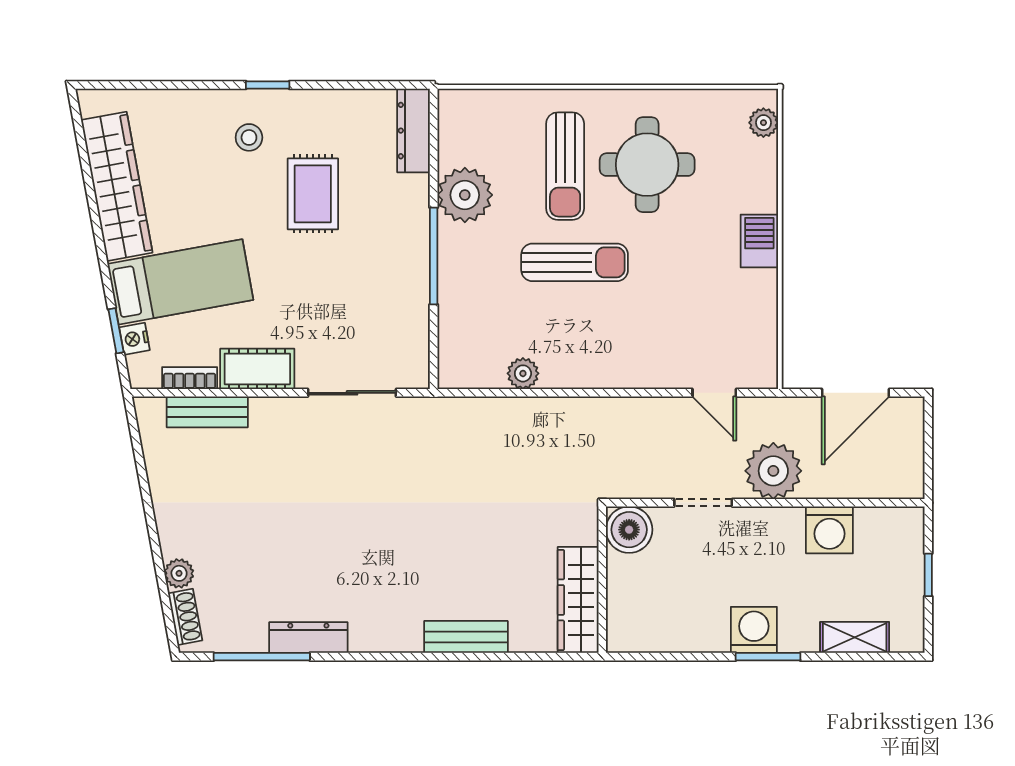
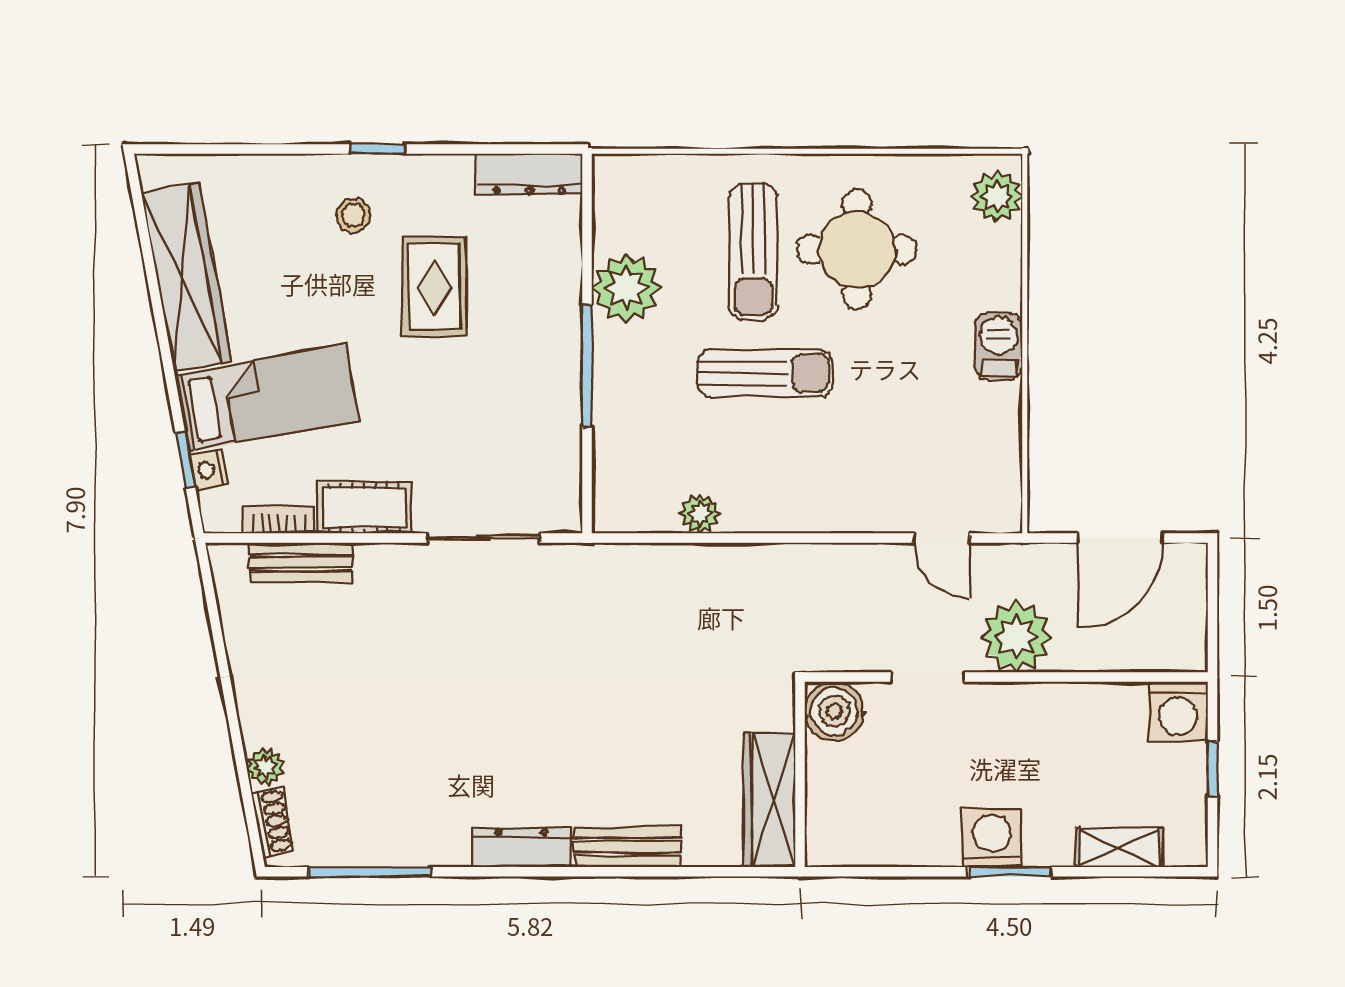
plant: (763, 123) -> (997, 197), width x1.38, depth x1.38
dresser: (414, 131) -> (529, 174), moved, turned -90
washing machine: (829, 530) -> (1178, 711), moved
dresser: (308, 638) -> (521, 848), moved

